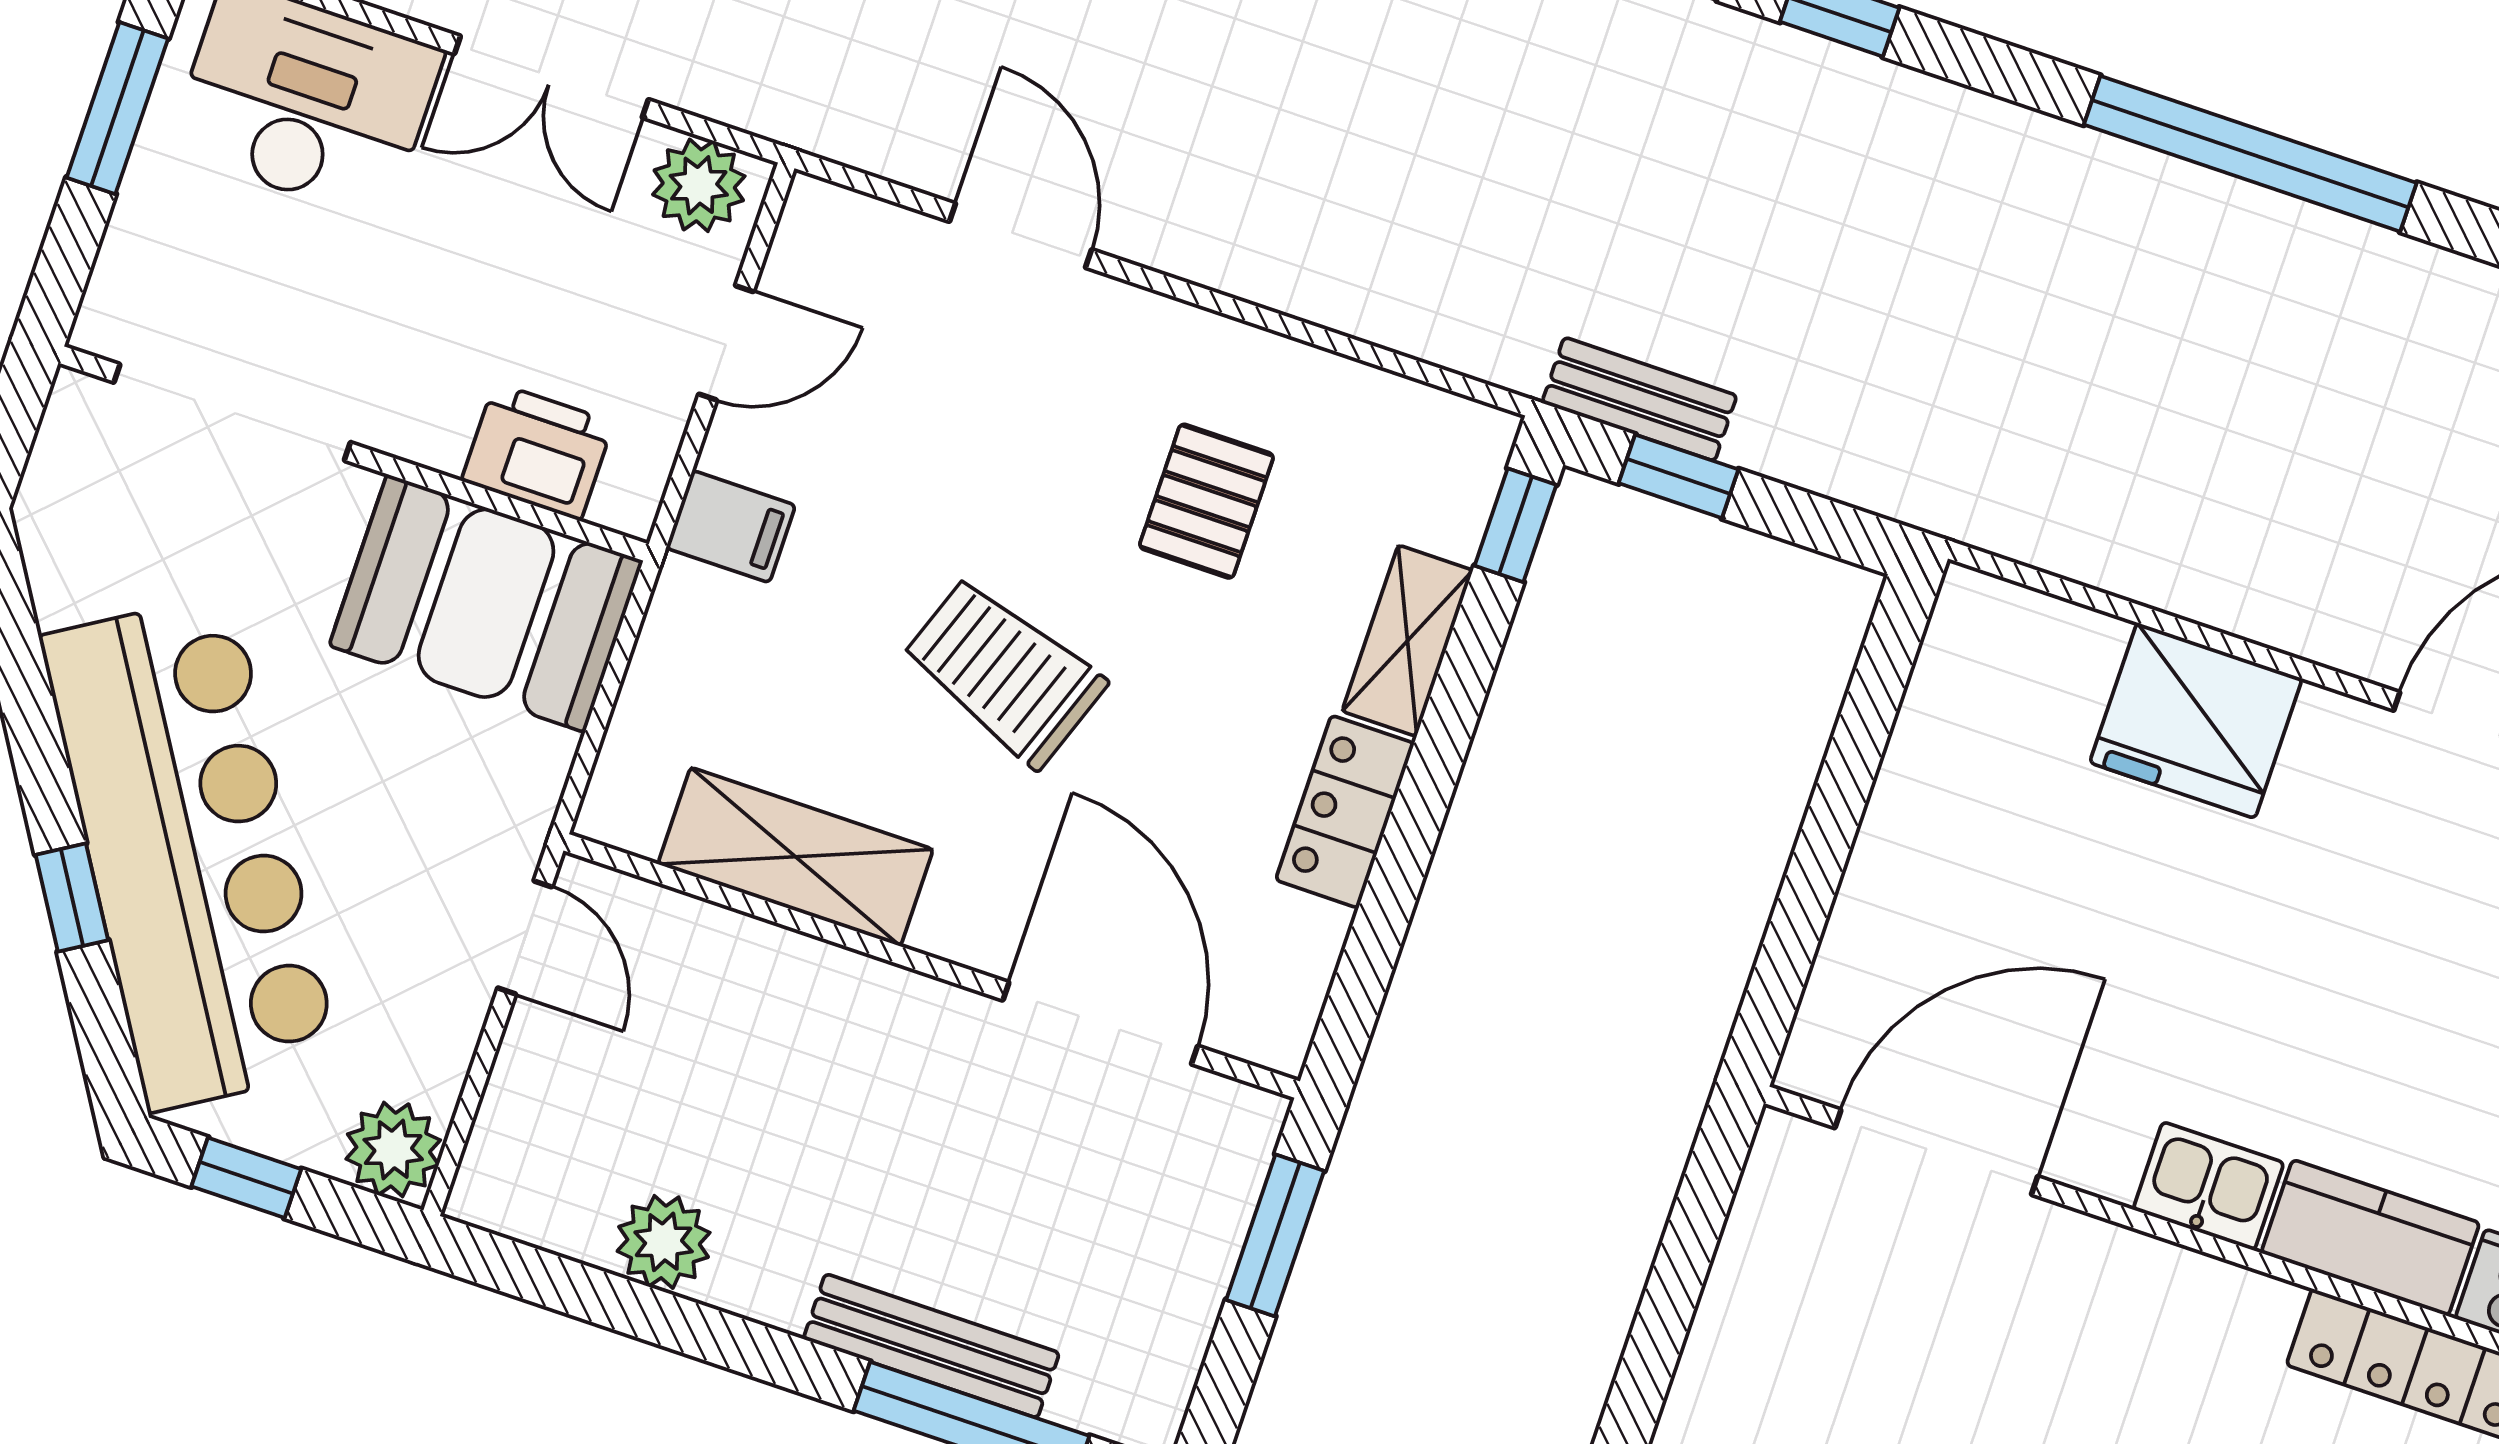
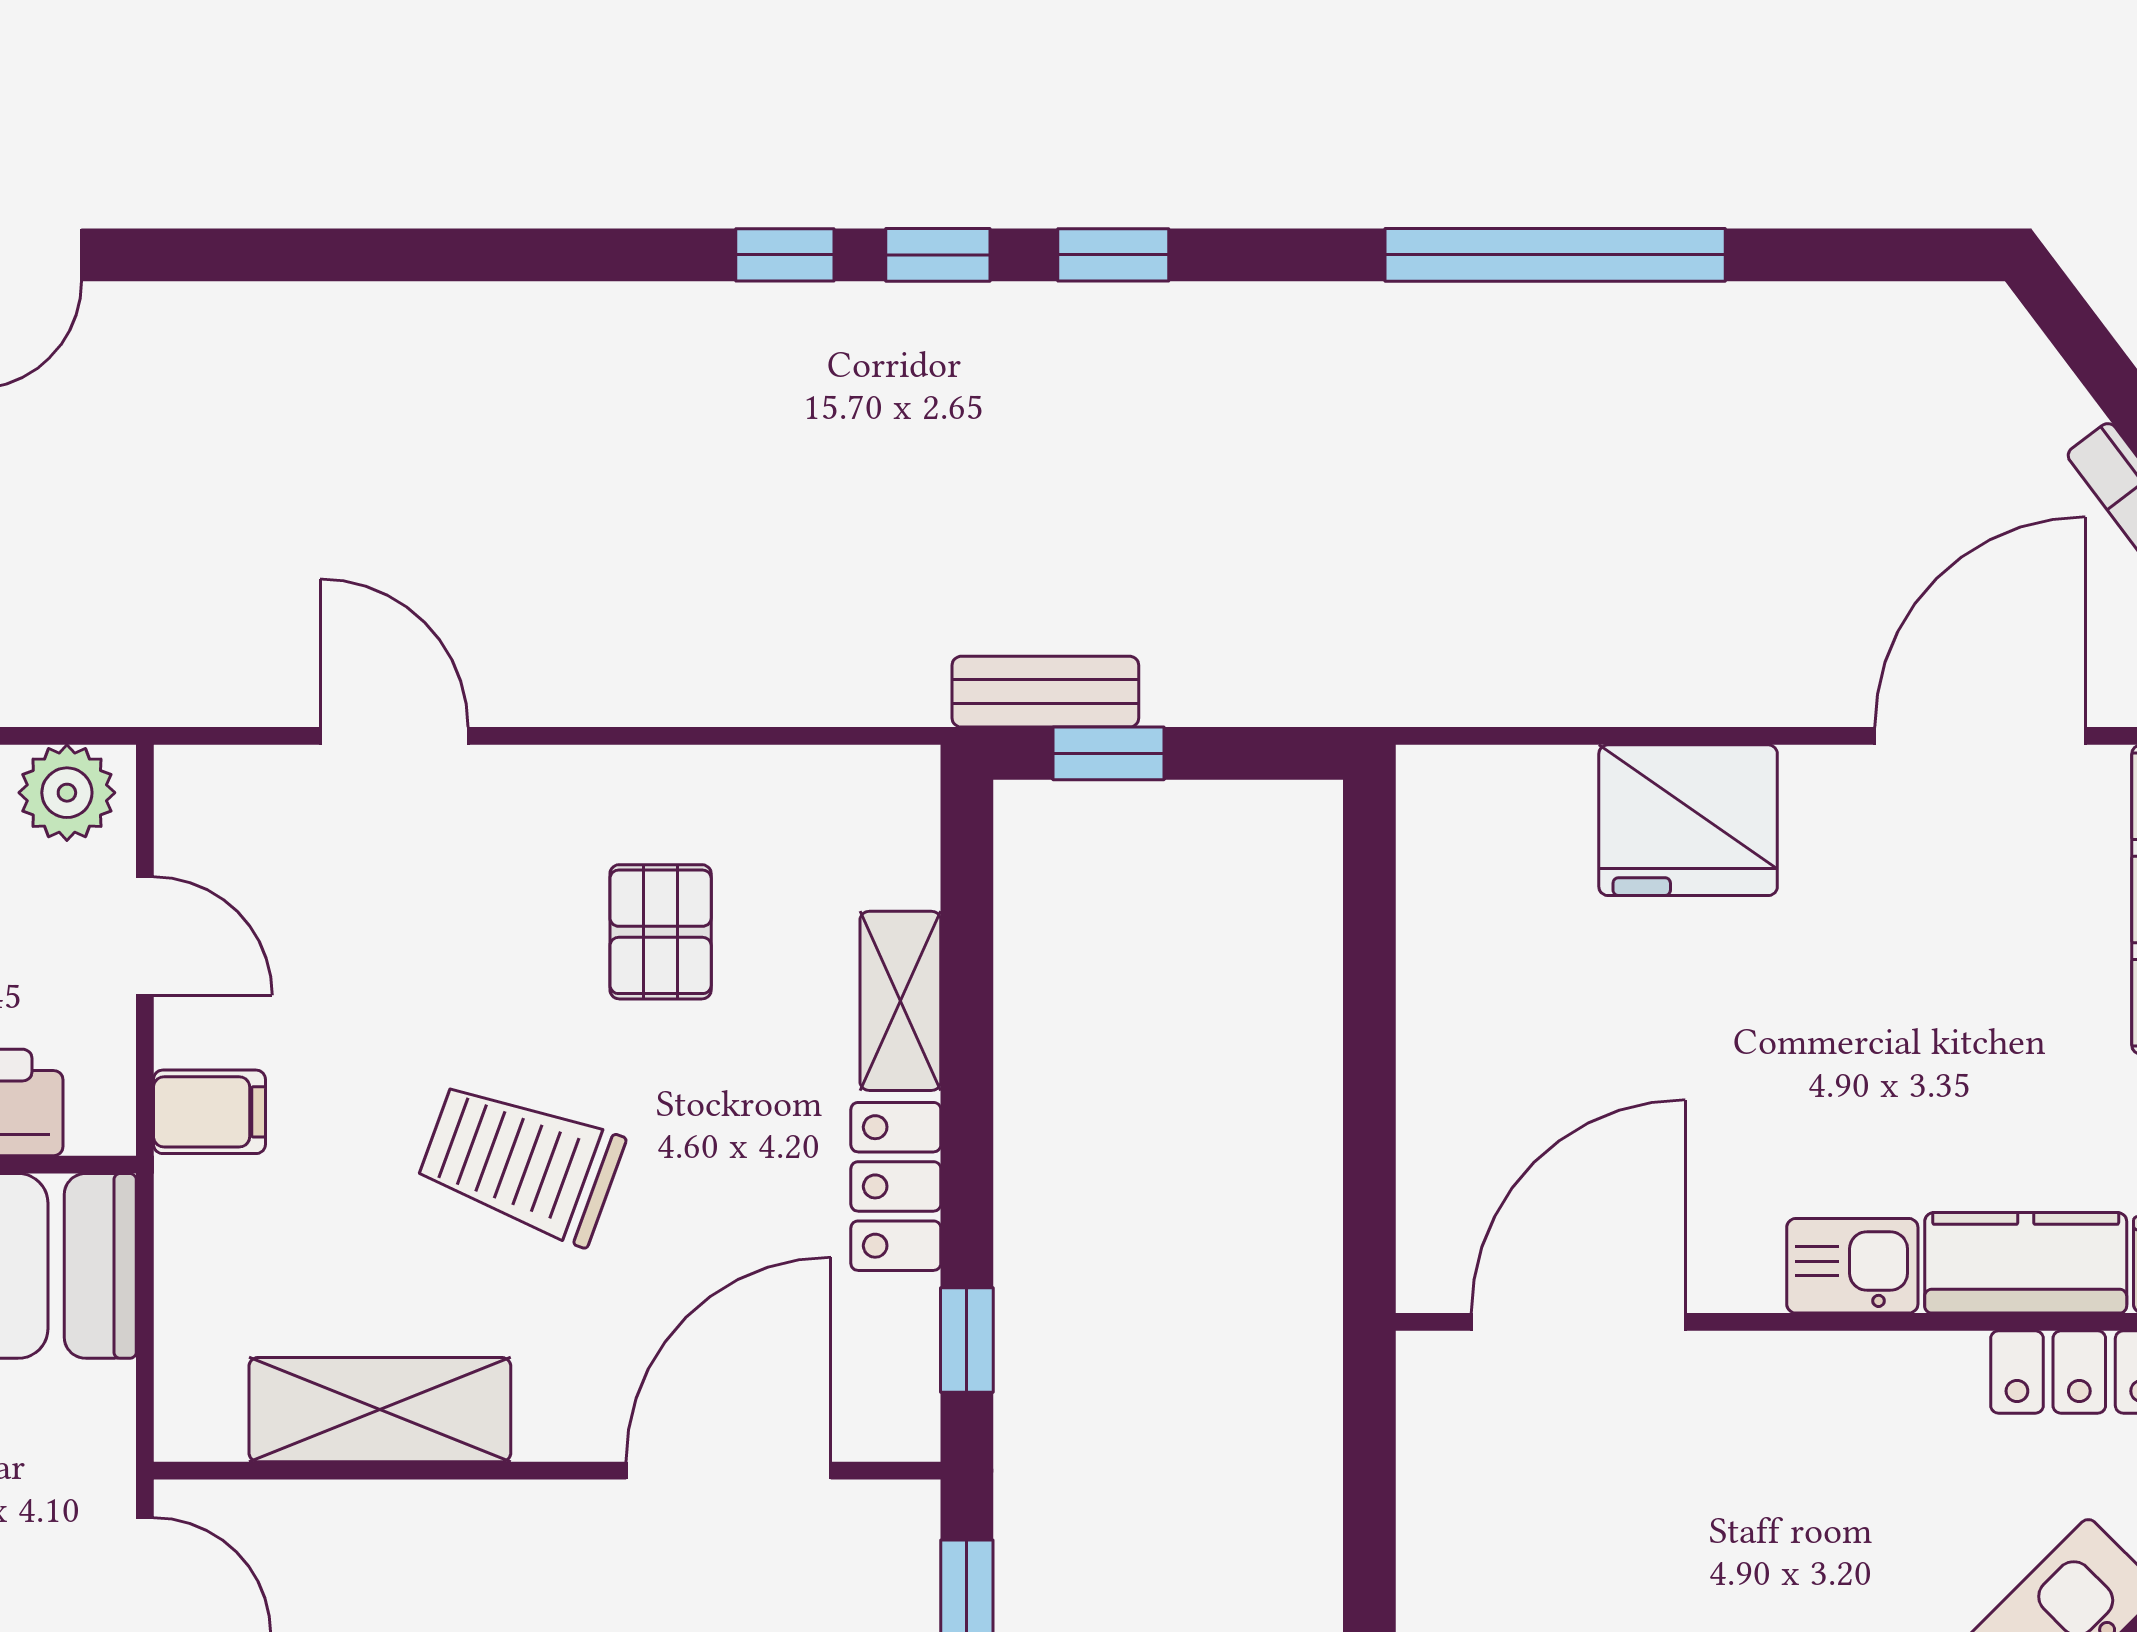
door: (726, 343) -> (145, 936), hinge flipped
window: (1516, 525) -> (967, 1340), moved
door: (1100, 1023) -> (729, 1471), hinge flipped

